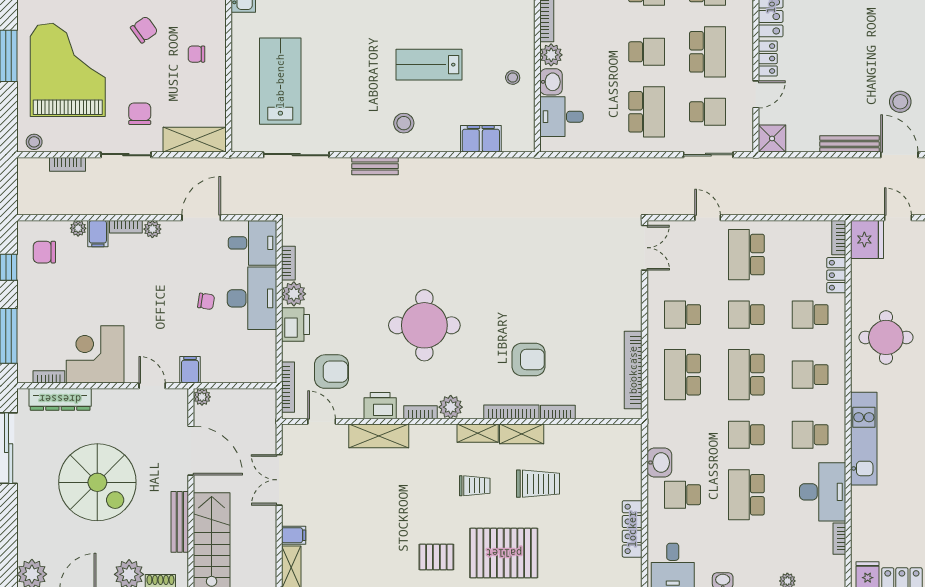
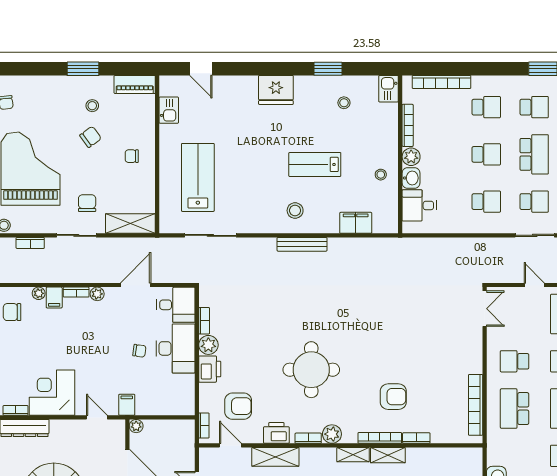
school desk: (647, 112) -> (486, 202), width x0.54
bench: (375, 166) -> (302, 244), moved, width x1.36
bookcase: (288, 387) -> (204, 426), width x0.64

